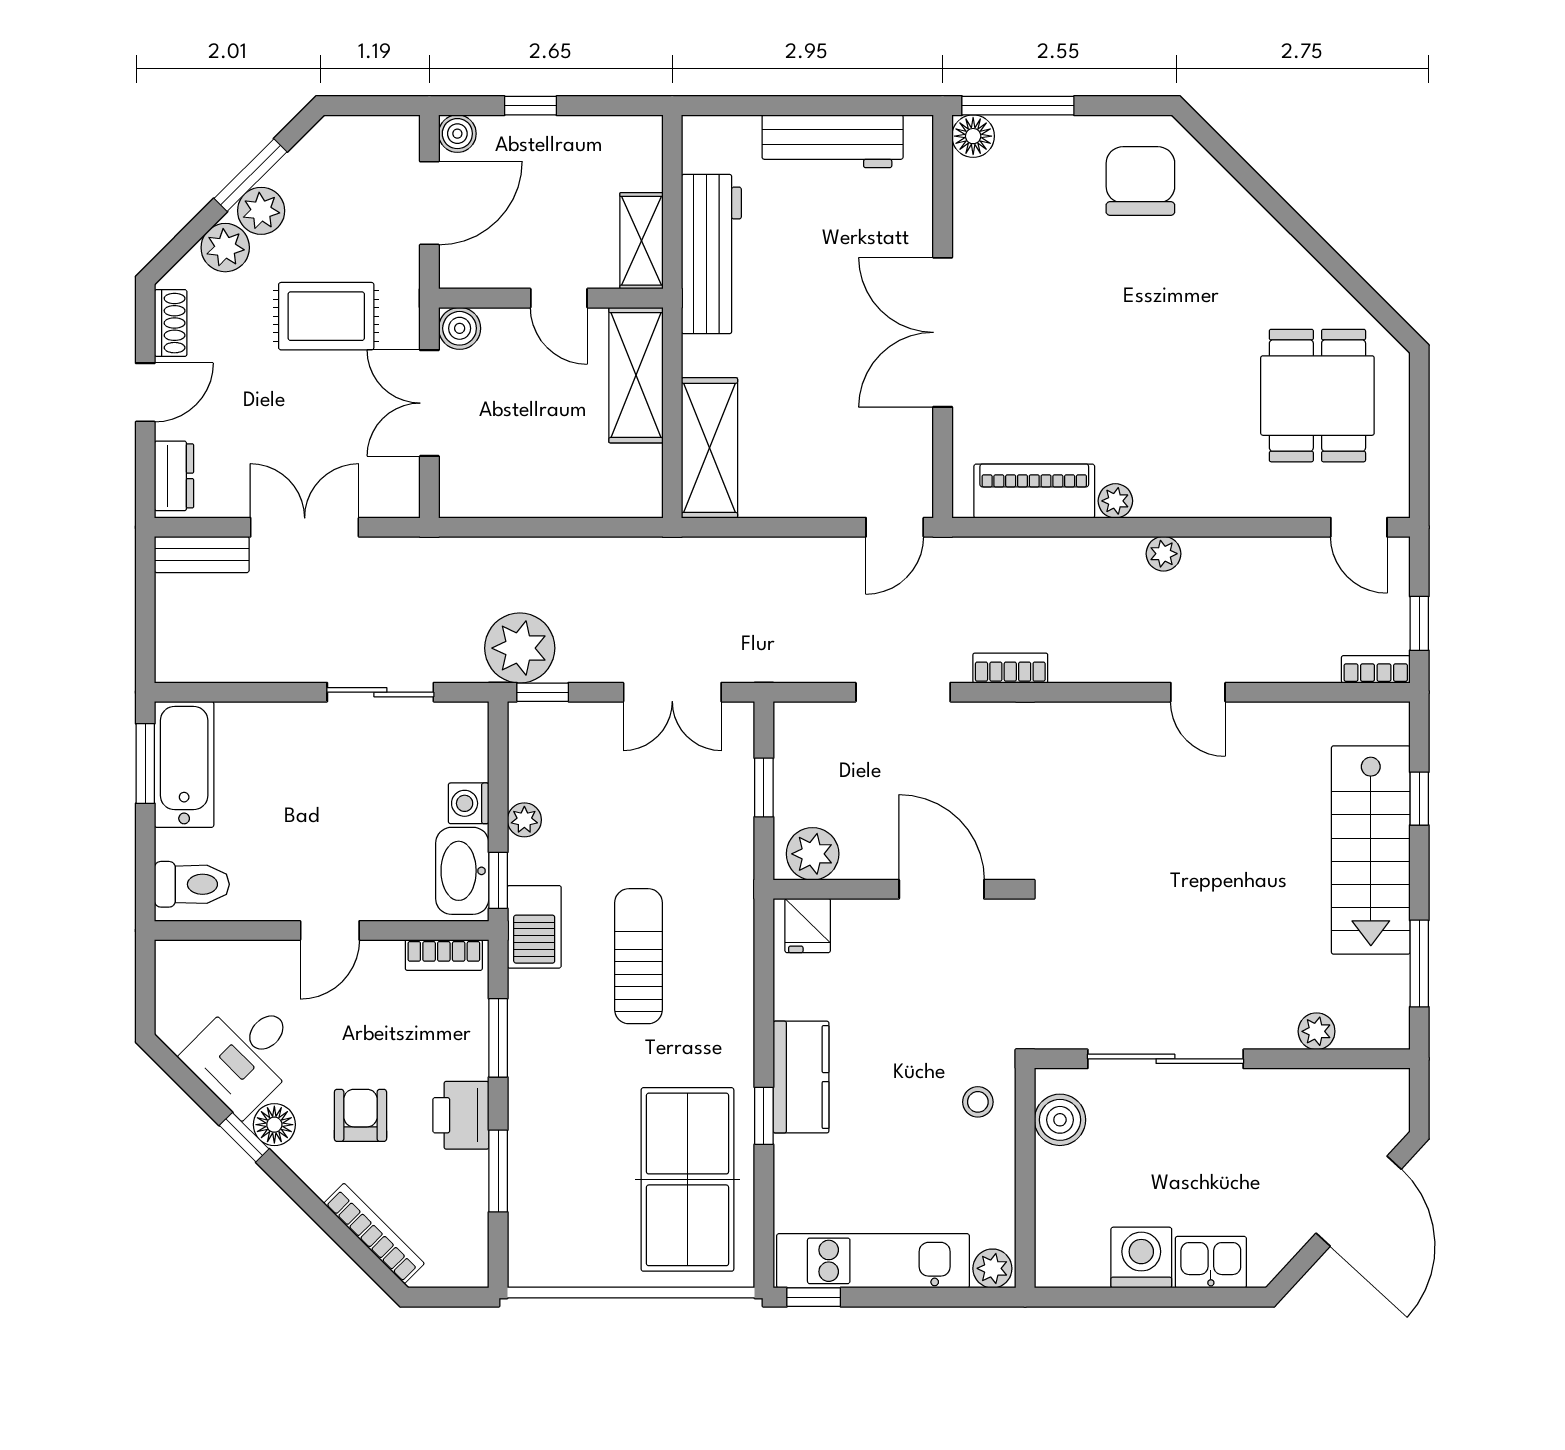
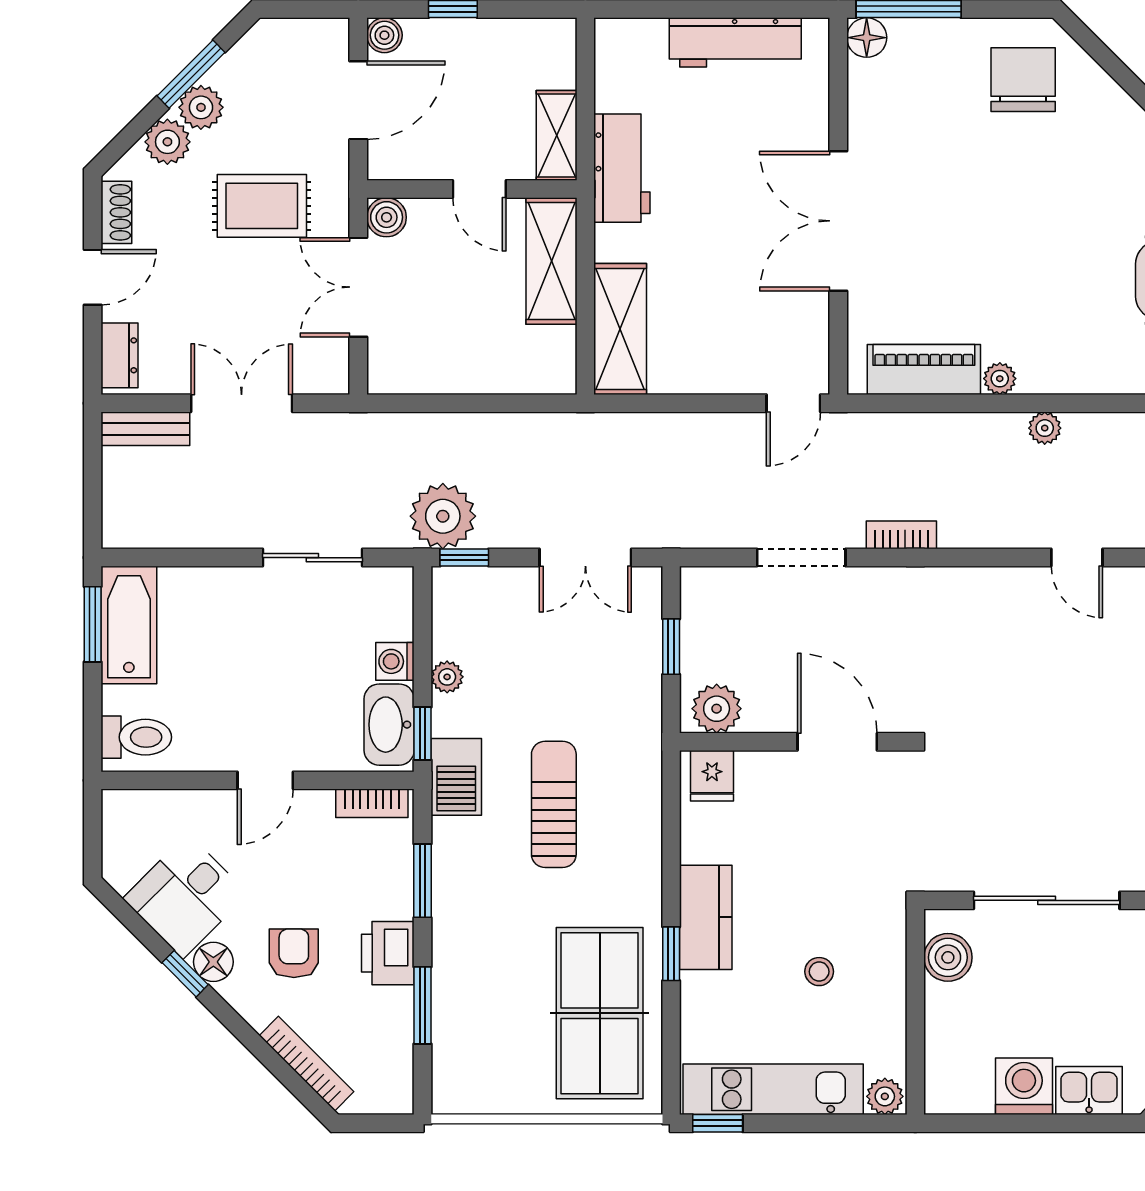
workbench: (711, 254) -> (622, 168), width x0.73
stool: (978, 1102) -> (819, 972), moved

